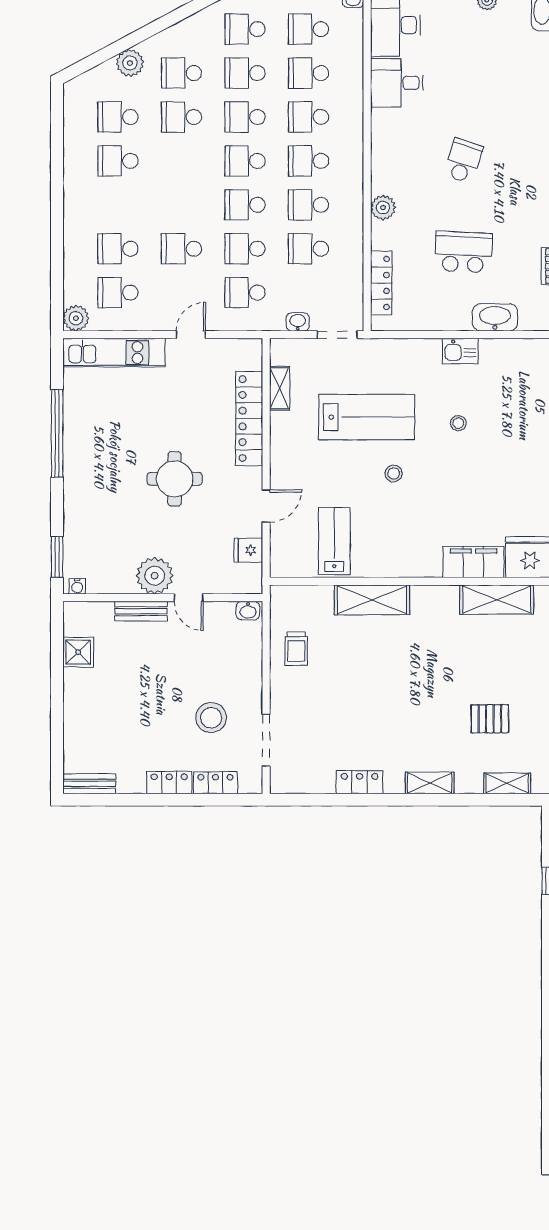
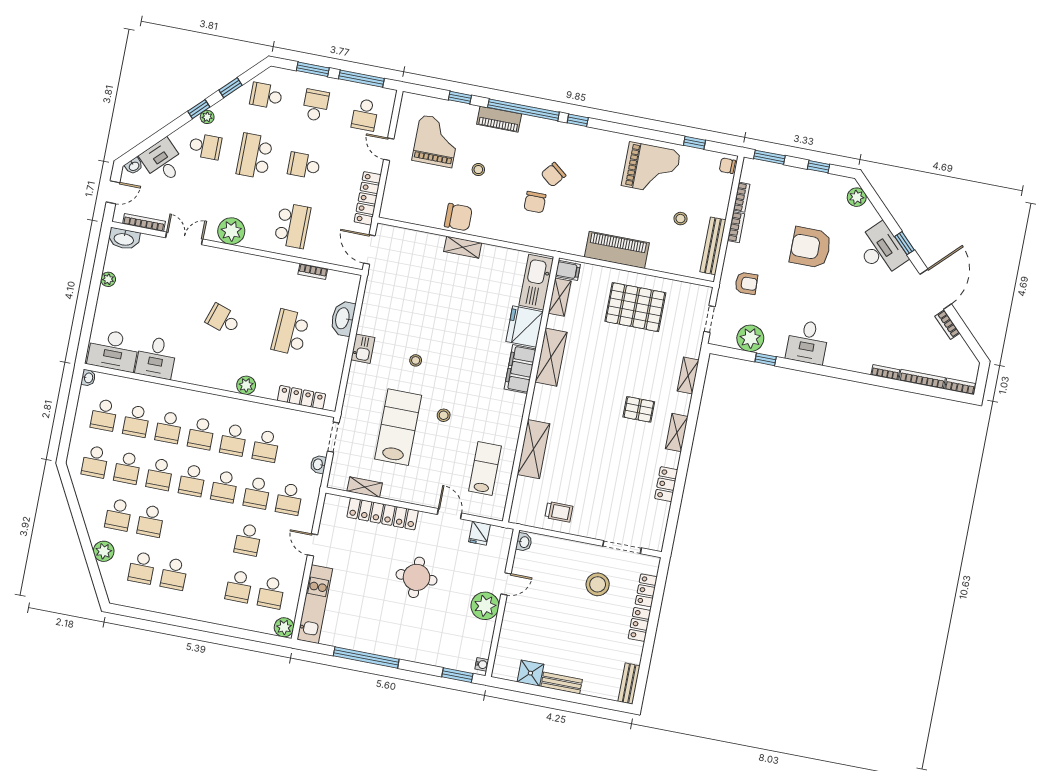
lab bench: (334, 541) -> (485, 469), turned 90
bench: (141, 611) -> (562, 683), moved, turned 90
pallet: (490, 719) -> (639, 409), moved, turned 90

